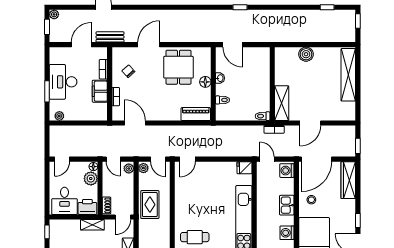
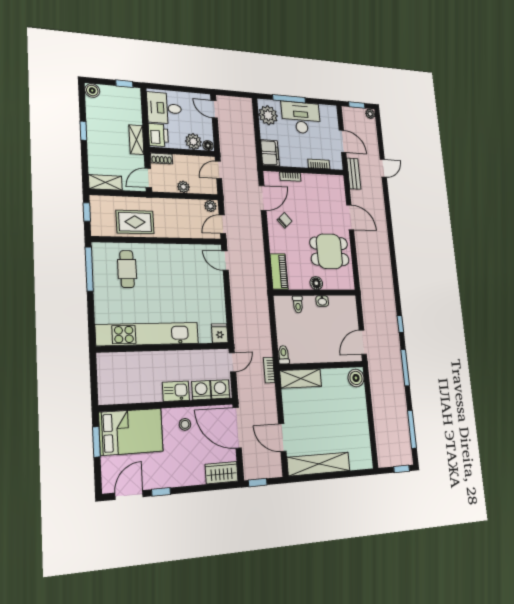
window: (277, 7) -> (405, 368), added
window: (327, 7) -> (412, 429), width x2.17
door: (233, 45) -> (363, 342), moved
boiler: (306, 54) -> (356, 378), moved
chair: (128, 71) -> (285, 220), moved
shelving: (348, 75) -> (319, 464), moved
window: (47, 91) -> (289, 99), width x1.44
filing cabinet: (100, 91) -> (270, 153), moved, turned 90
plant: (59, 116) -> (268, 115), width x1.88, depth x1.88
door: (310, 123) -> (282, 438), moved
plant: (129, 169) -> (183, 187), moved
wardrobe: (348, 180) -> (222, 473), width x0.67
rug: (150, 205) -> (135, 222), moved
door: (123, 217) -> (148, 178), hinge flipped
washing machine: (287, 233) -> (201, 390), moved

